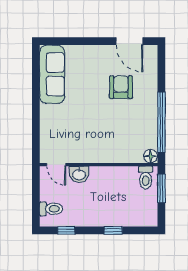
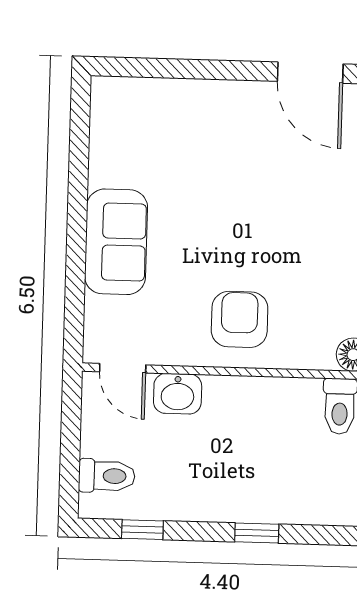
sofa: (52, 74) -> (116, 242), moved, width x0.73
armchair: (121, 87) -> (240, 319), moved

